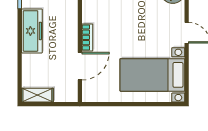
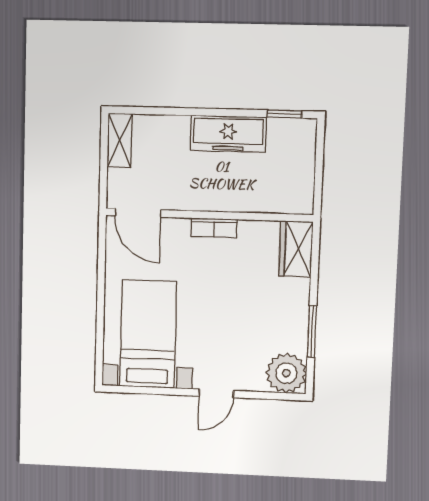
door: (80, 66) -> (138, 213), moved

